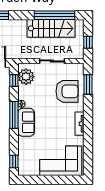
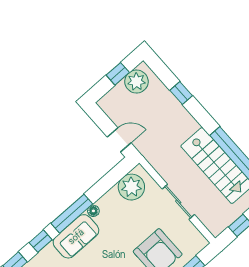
window: (14, 80) -> (41, 241), moved

